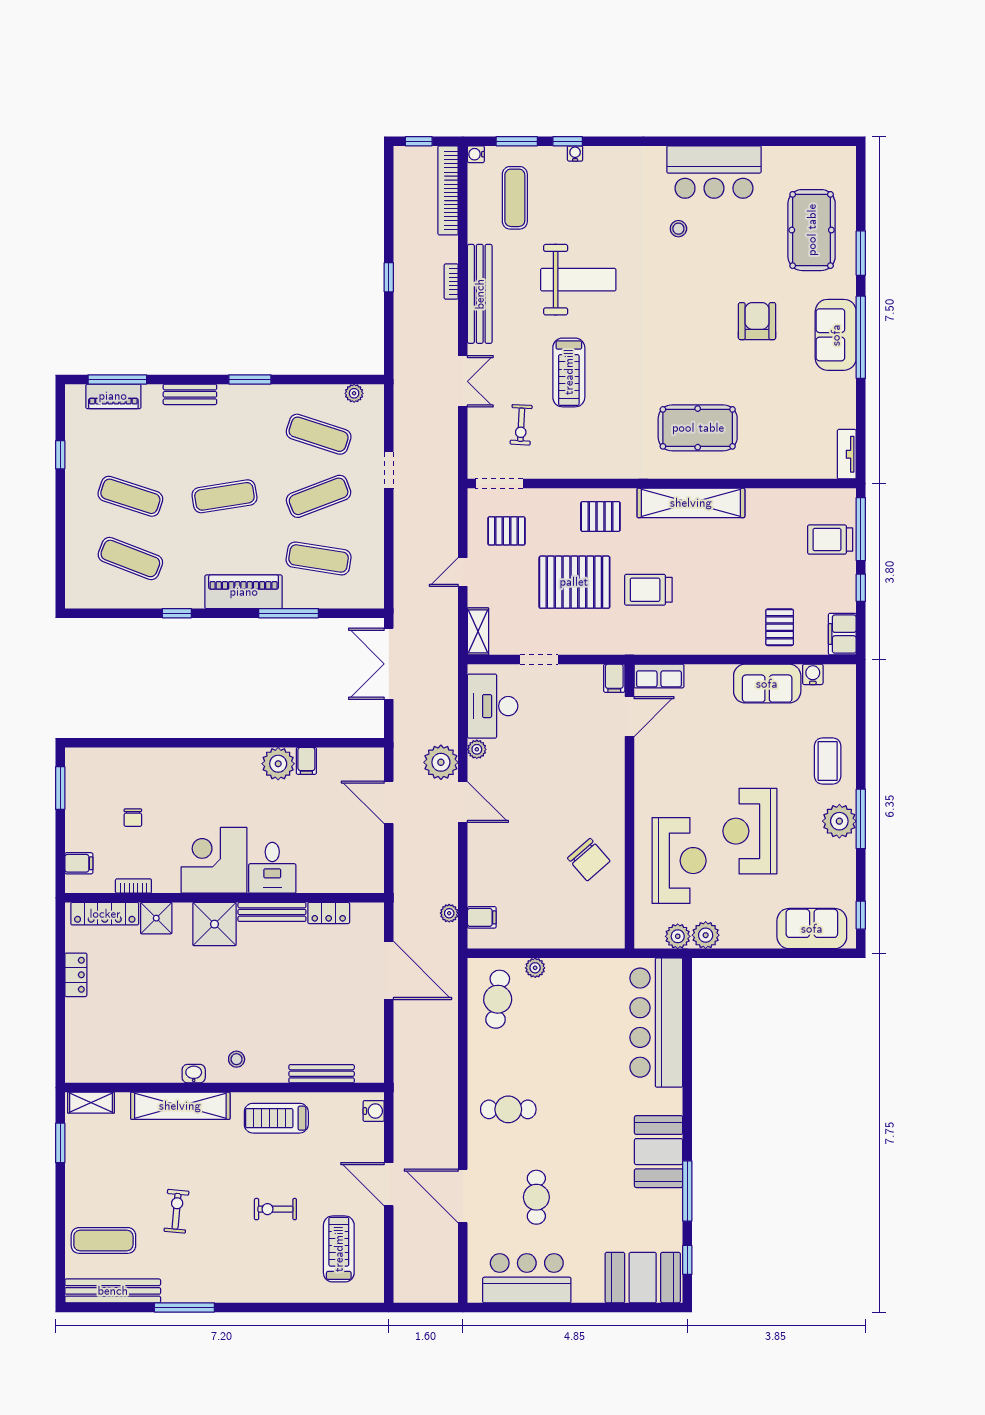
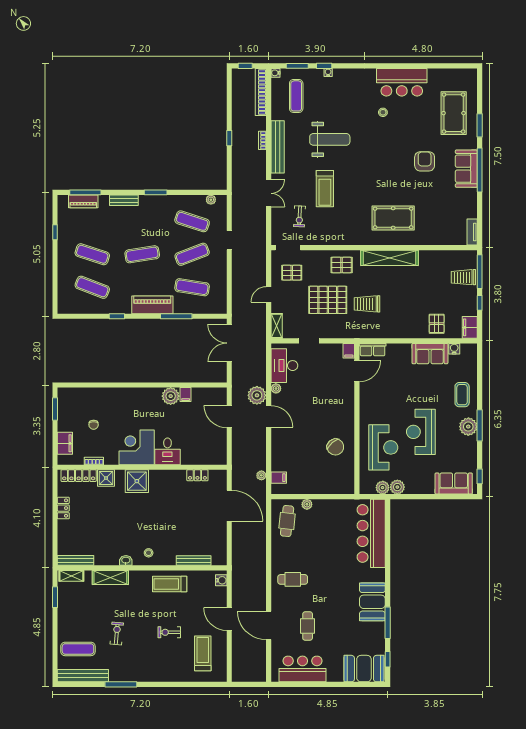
filing cabinet: (79, 863) -> (65, 443), width x2.00
bench: (272, 912) -> (76, 560), moved
shelving: (180, 1106) -> (110, 578), width x0.68

